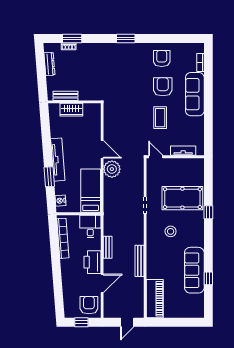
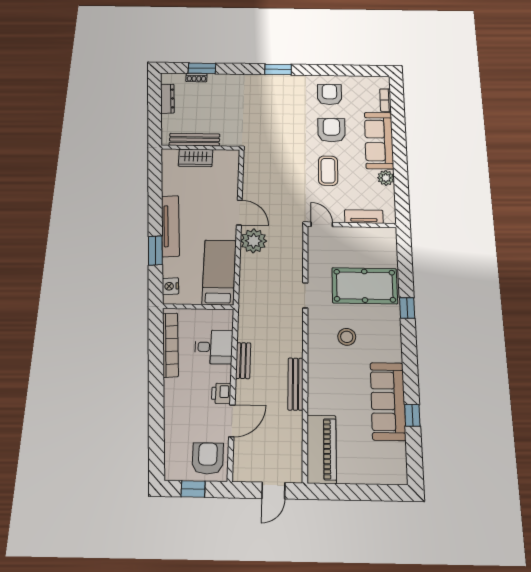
bench: (65, 96) -> (195, 140), width x1.36
plant: (198, 122) -> (386, 178), added
desk: (90, 226) -> (214, 347), moved, turned 90
printer: (93, 262) -> (221, 393), width x0.53, depth x0.68

